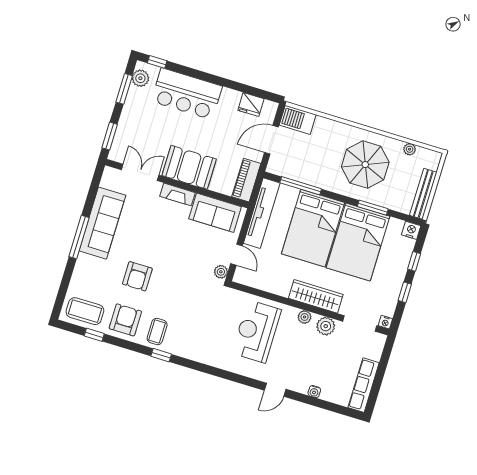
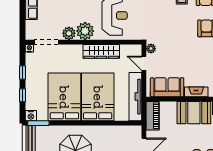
window: (301, 186) -> (115, 123), removed
window: (373, 208) -> (38, 123), moved
wardrobe: (316, 296) -> (101, 51), moved
plant: (305, 317) -> (85, 31), width x1.88, depth x1.88

